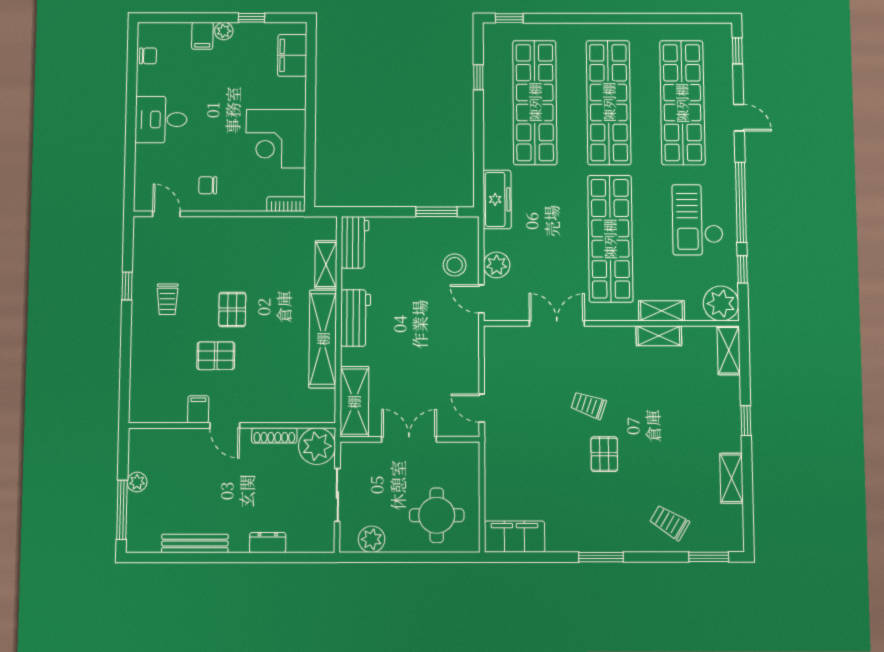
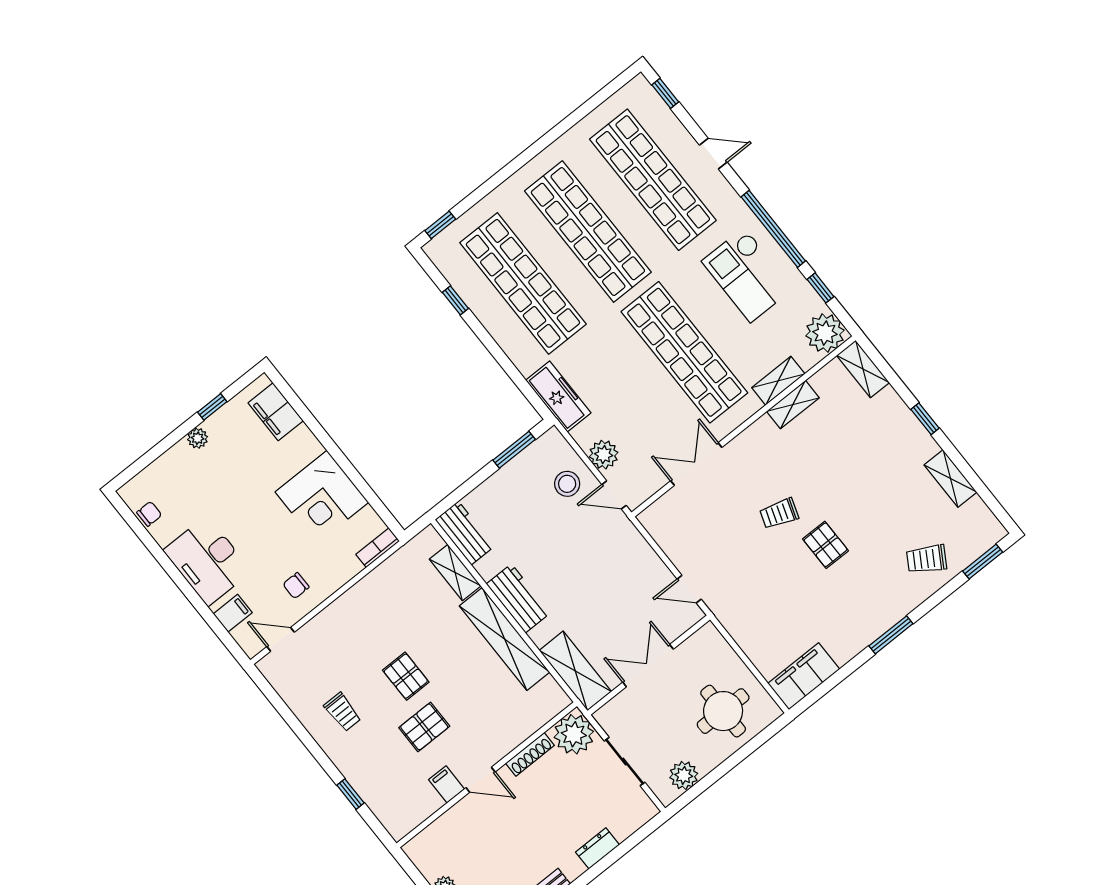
filing cabinet: (202, 36) -> (233, 613), moved, turned -90
desk: (161, 120) -> (207, 561), width x1.37
window: (127, 286) -> (350, 794), moved

